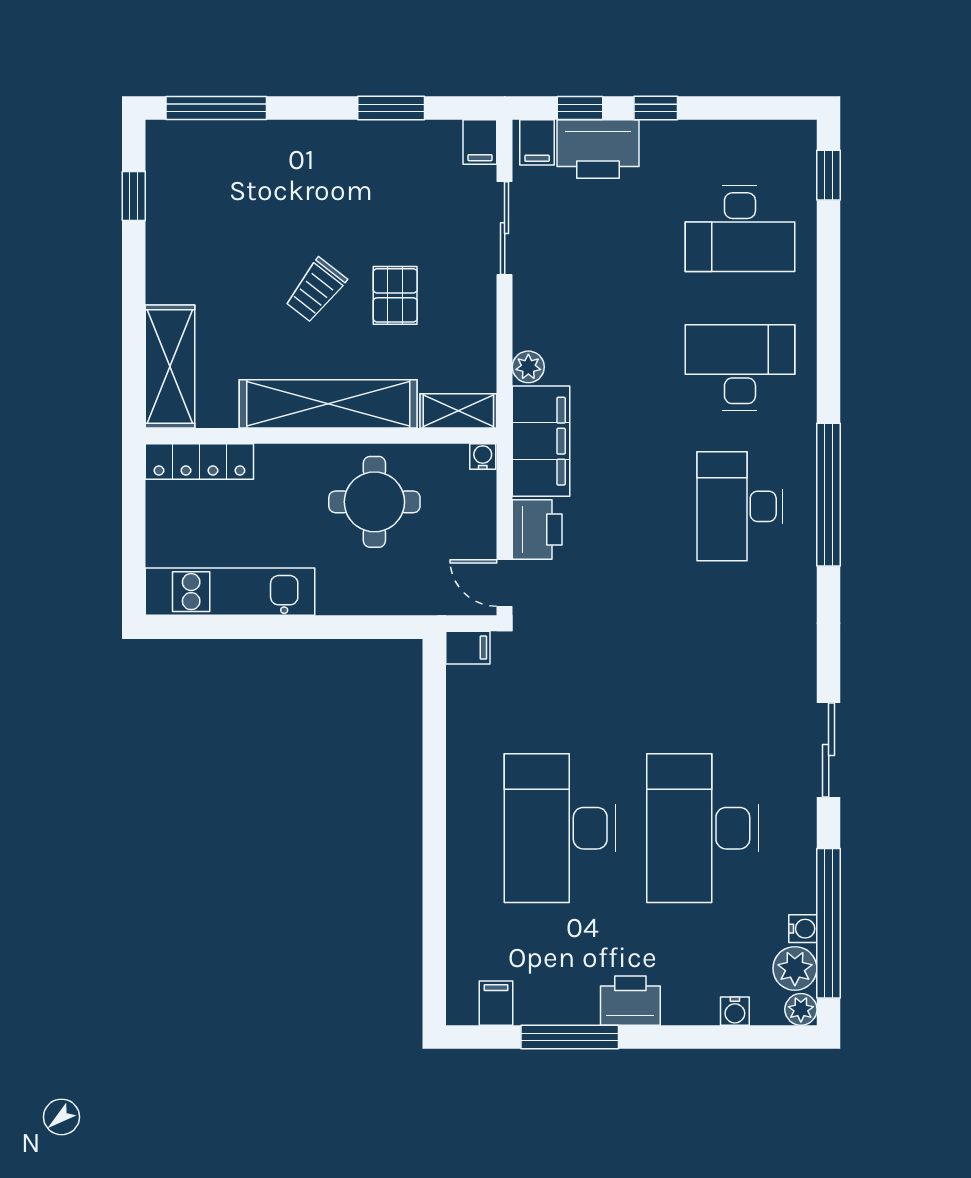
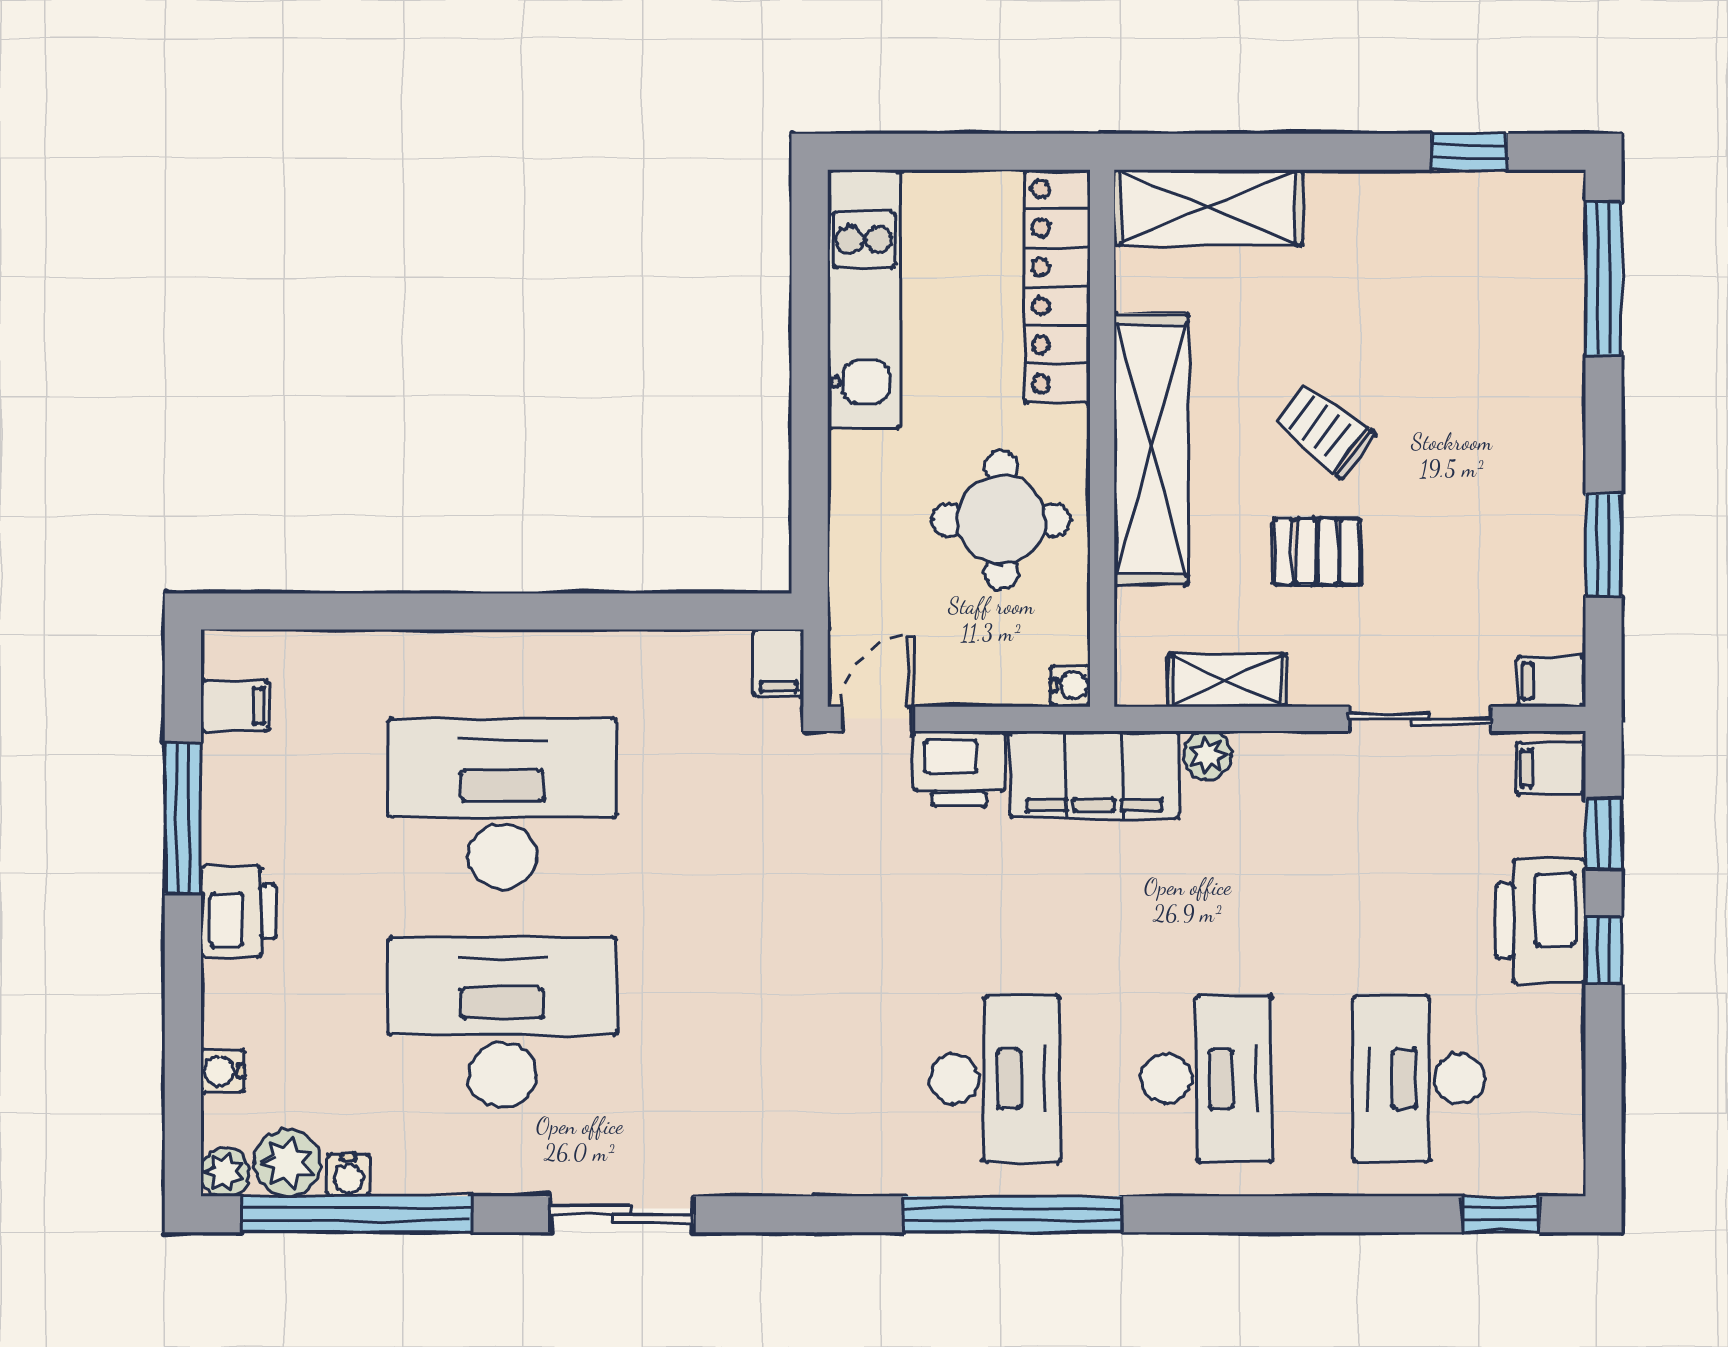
printer: (598, 149) -> (1541, 921), moved
shelving: (458, 411) -> (1227, 681), moved, turned 90
locker: (199, 462) -> (1057, 286), width x1.41, depth x1.21
desk: (740, 506) -> (994, 1079), turned 90

